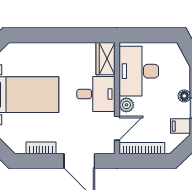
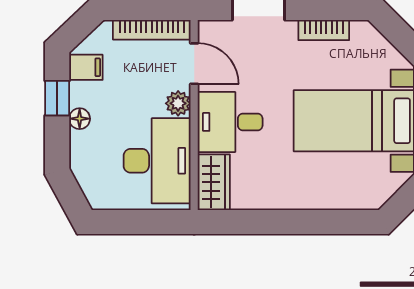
door: (117, 128) -> (194, 64), swing flipped

